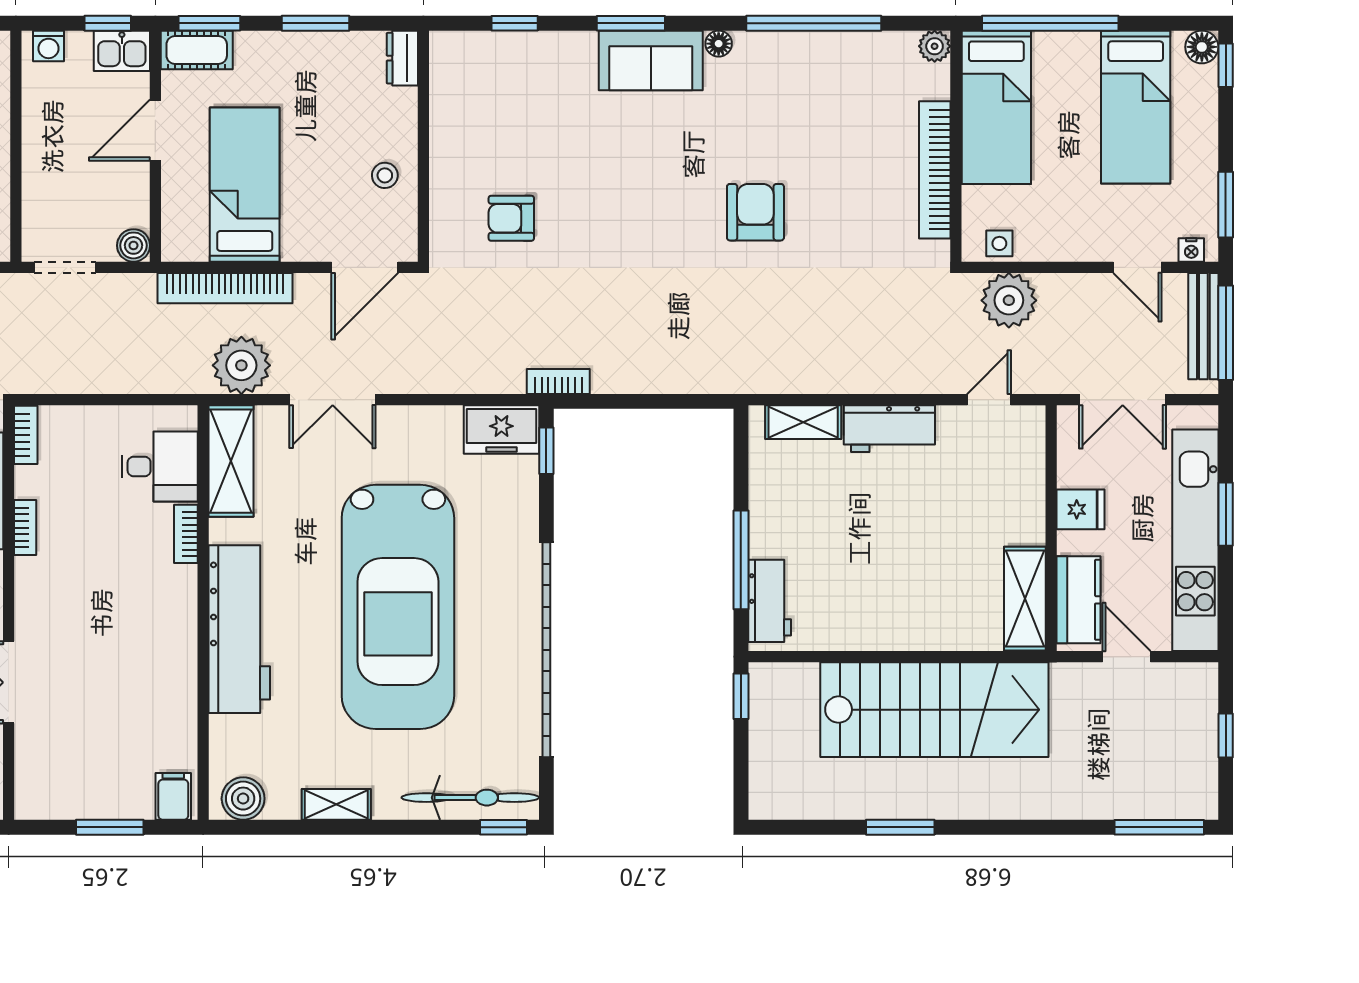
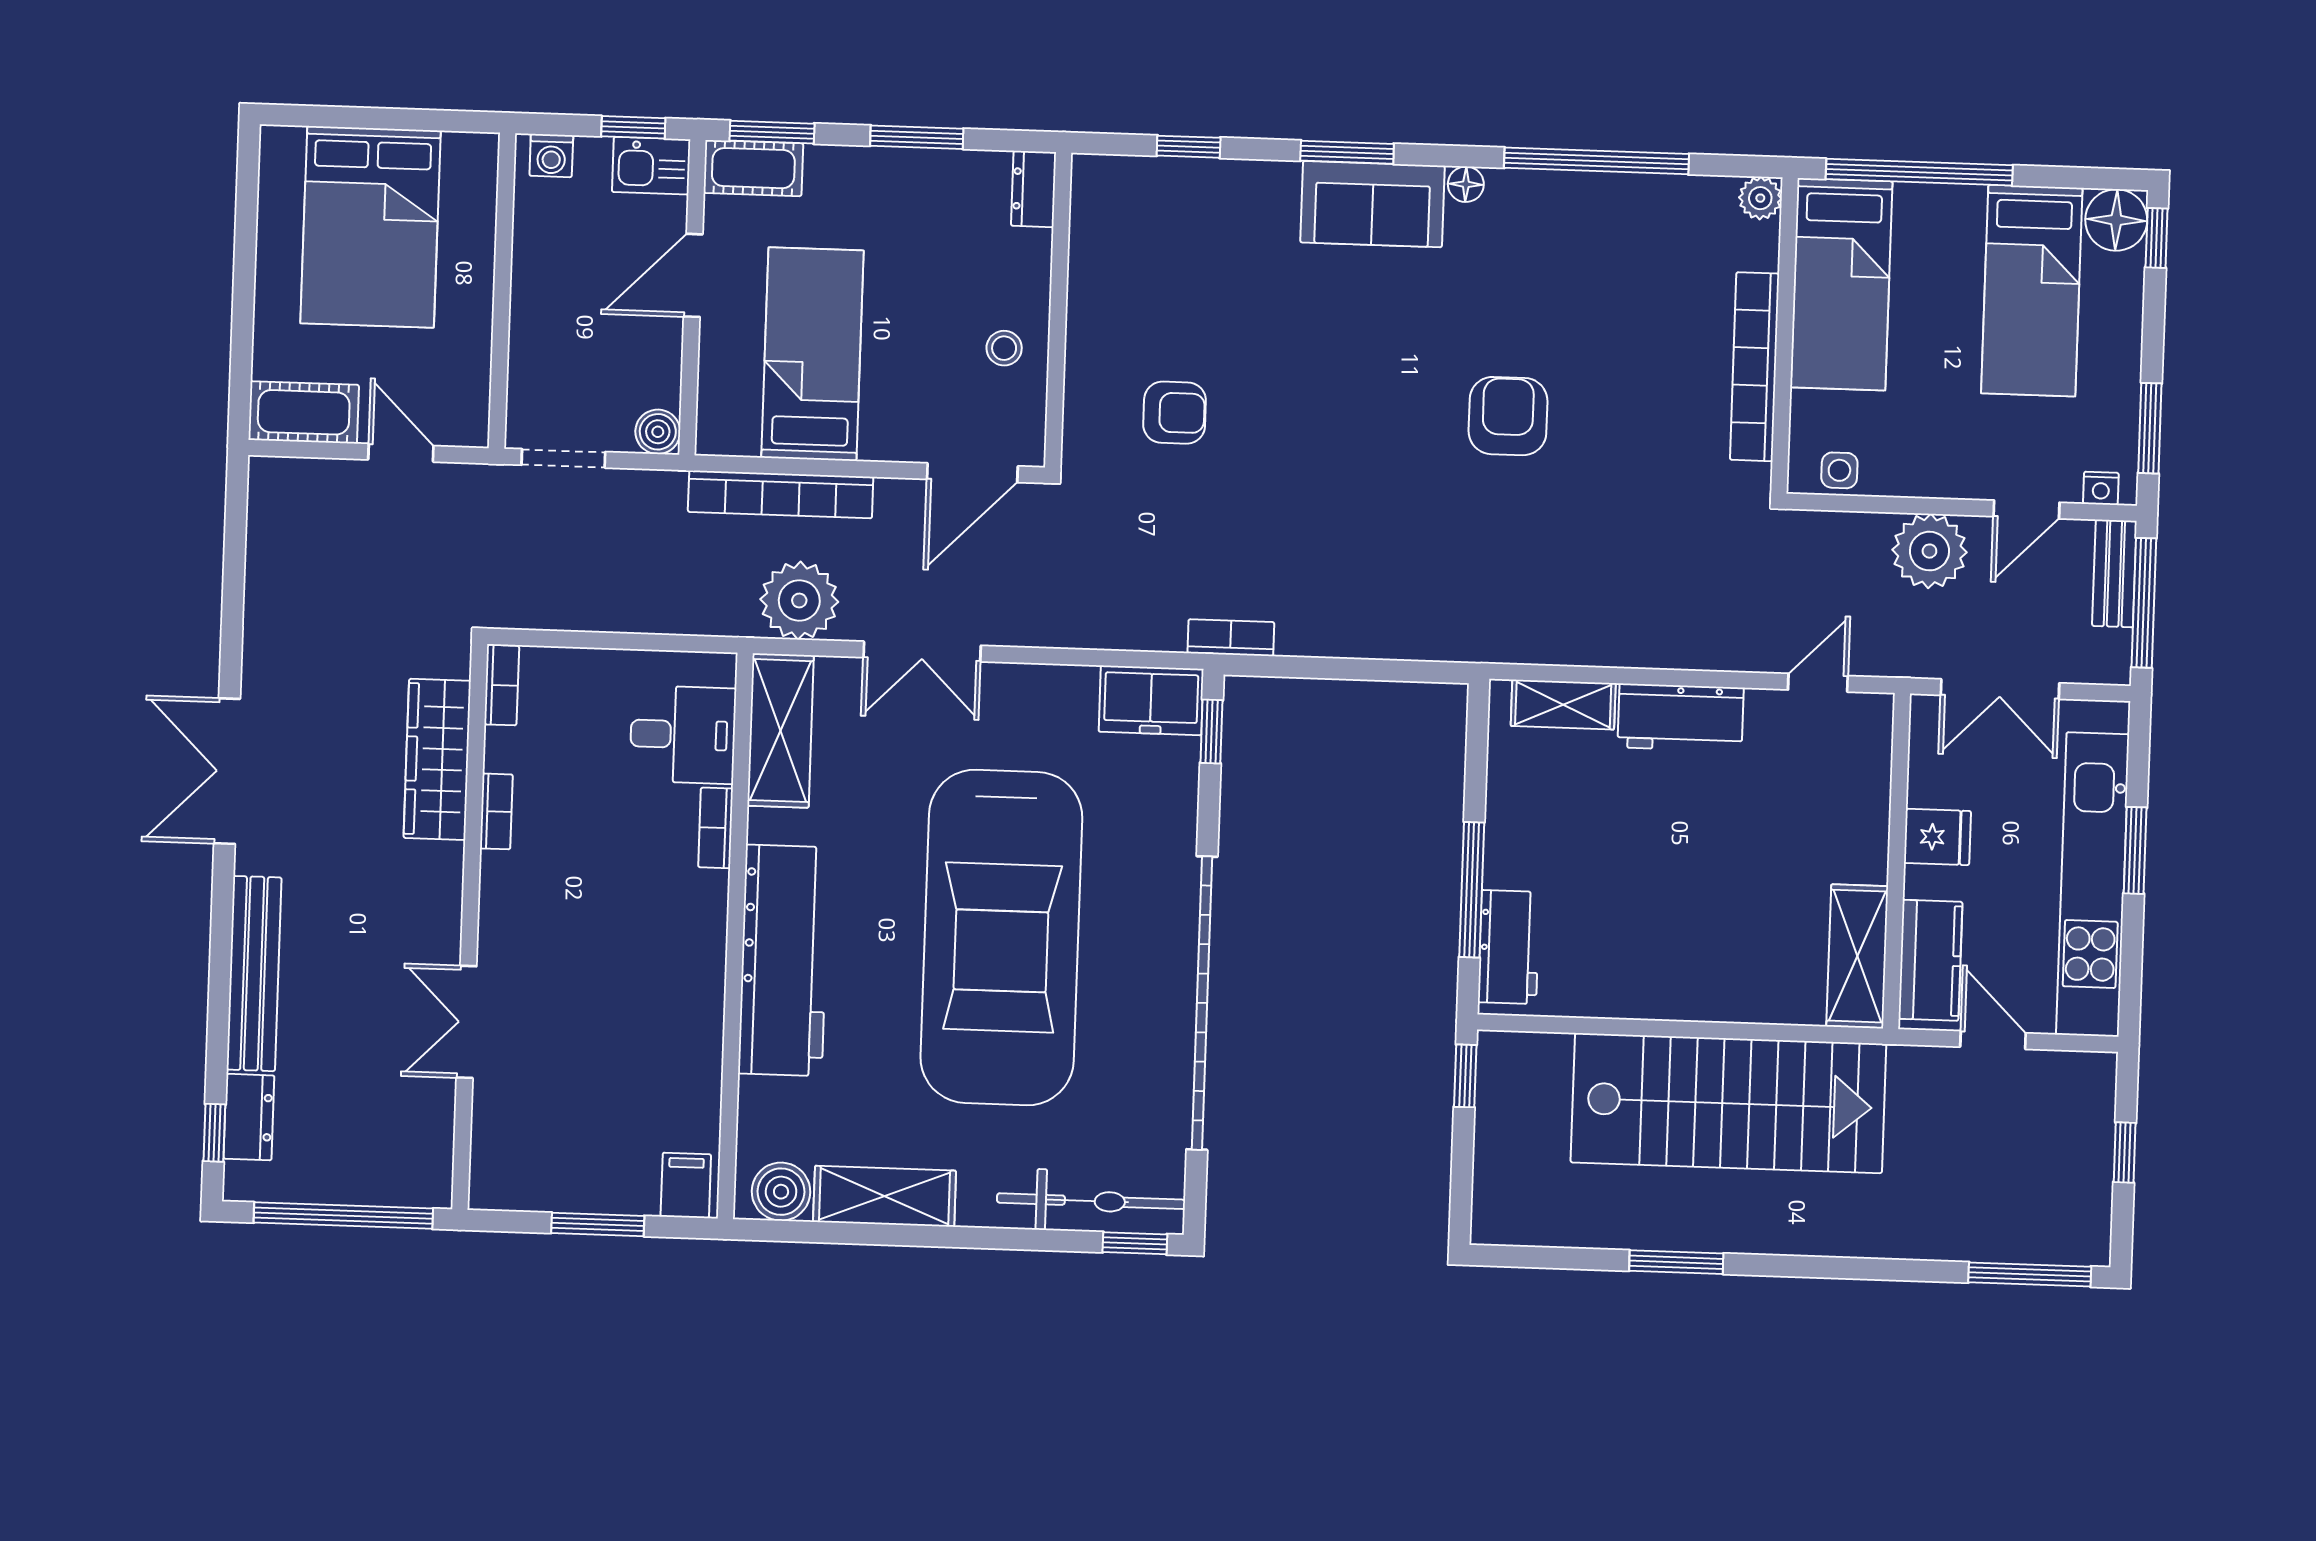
floor lamp: (1202, 47) -> (2116, 220), width x1.38, depth x1.38
armchair: (511, 218) -> (1175, 413), turned 180
door: (1137, 267) -> (2027, 509), hinge flipped
plant: (1009, 300) -> (1929, 551), moved
bench: (1203, 326) -> (2114, 573), width x0.73
shelving: (336, 804) -> (885, 1196), width x1.50, depth x1.33

